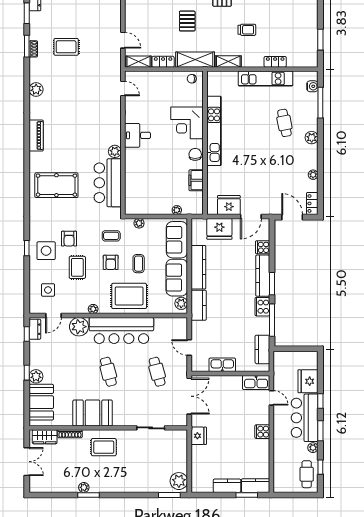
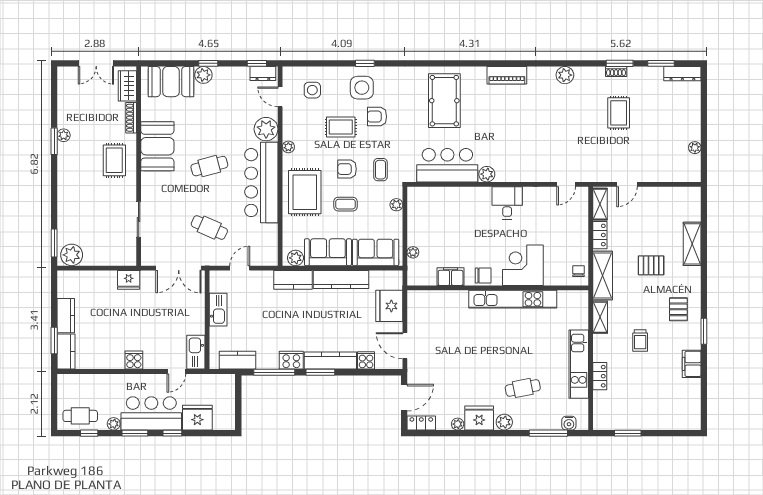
fridge: (229, 205) -> (479, 418), moved, turned -90
cafe table: (157, 372) -> (209, 228), turned 39

